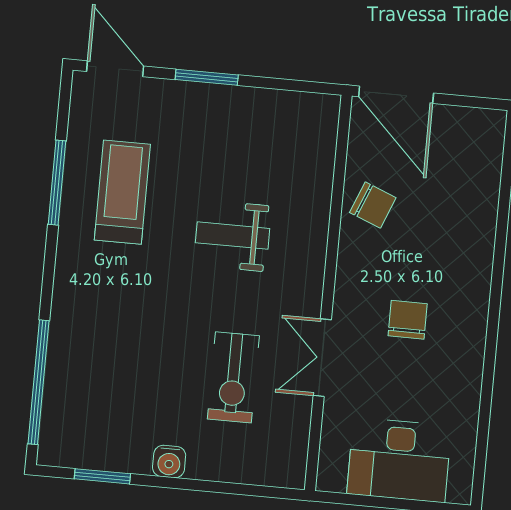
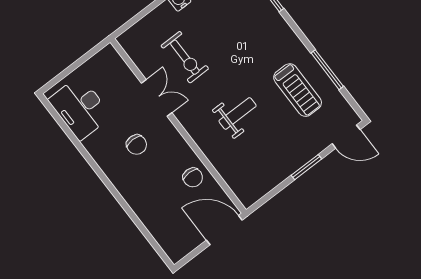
chair: (373, 205) -> (193, 177), turned -112
exercise bike: (233, 377) -> (185, 57), turned 180
desk: (399, 460) -> (80, 108), moved, turned -90

